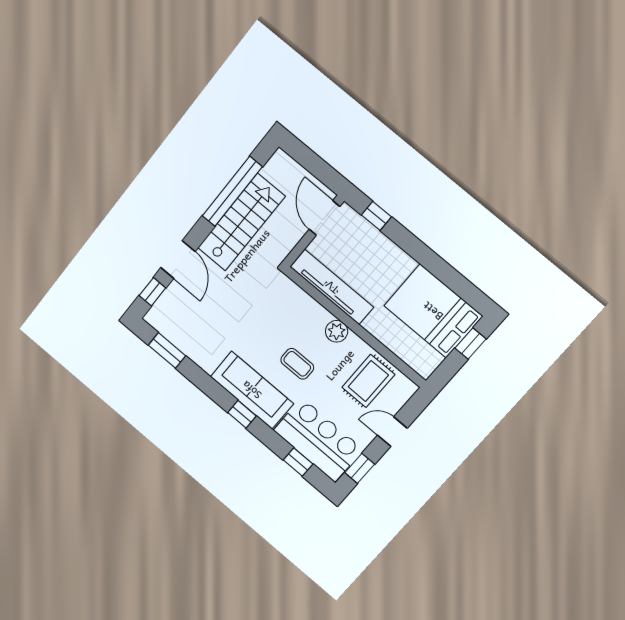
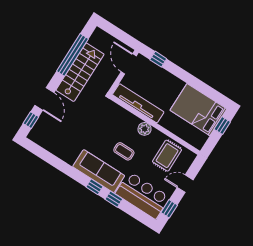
window: (167, 350) -> (44, 155), removed
window: (298, 462) -> (114, 199), moved

